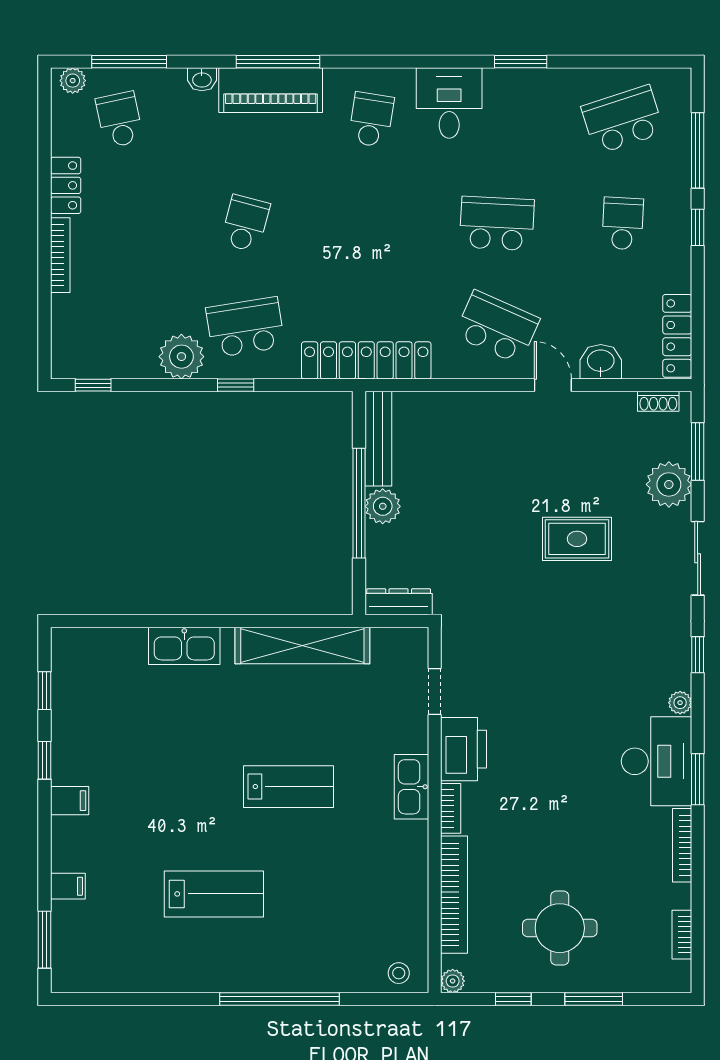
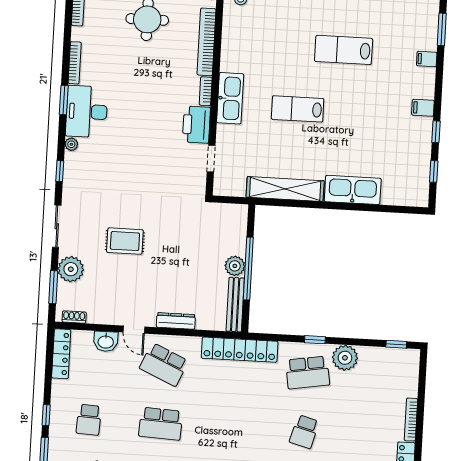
dresser: (399, 602) -> (176, 321), moved, turned 180
kitchen sink: (184, 646) -> (353, 190), width x1.36, depth x1.24
kitchen sink: (411, 787) -> (230, 98), width x1.36, depth x1.24

